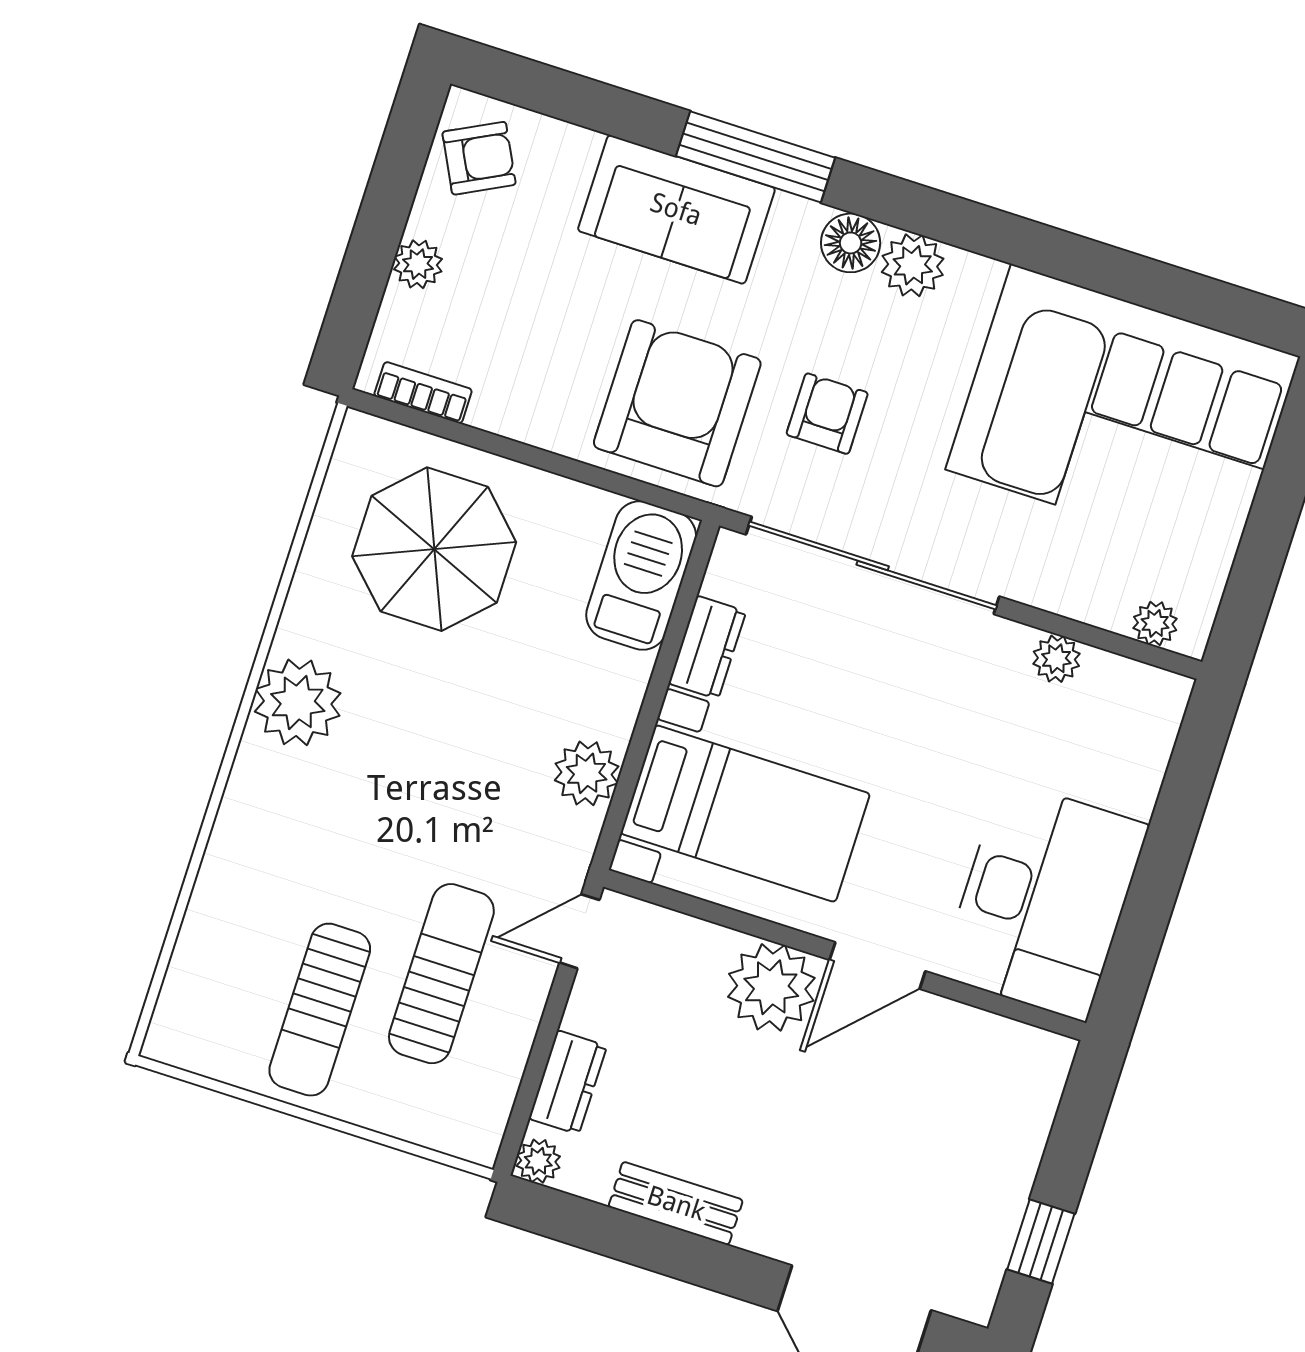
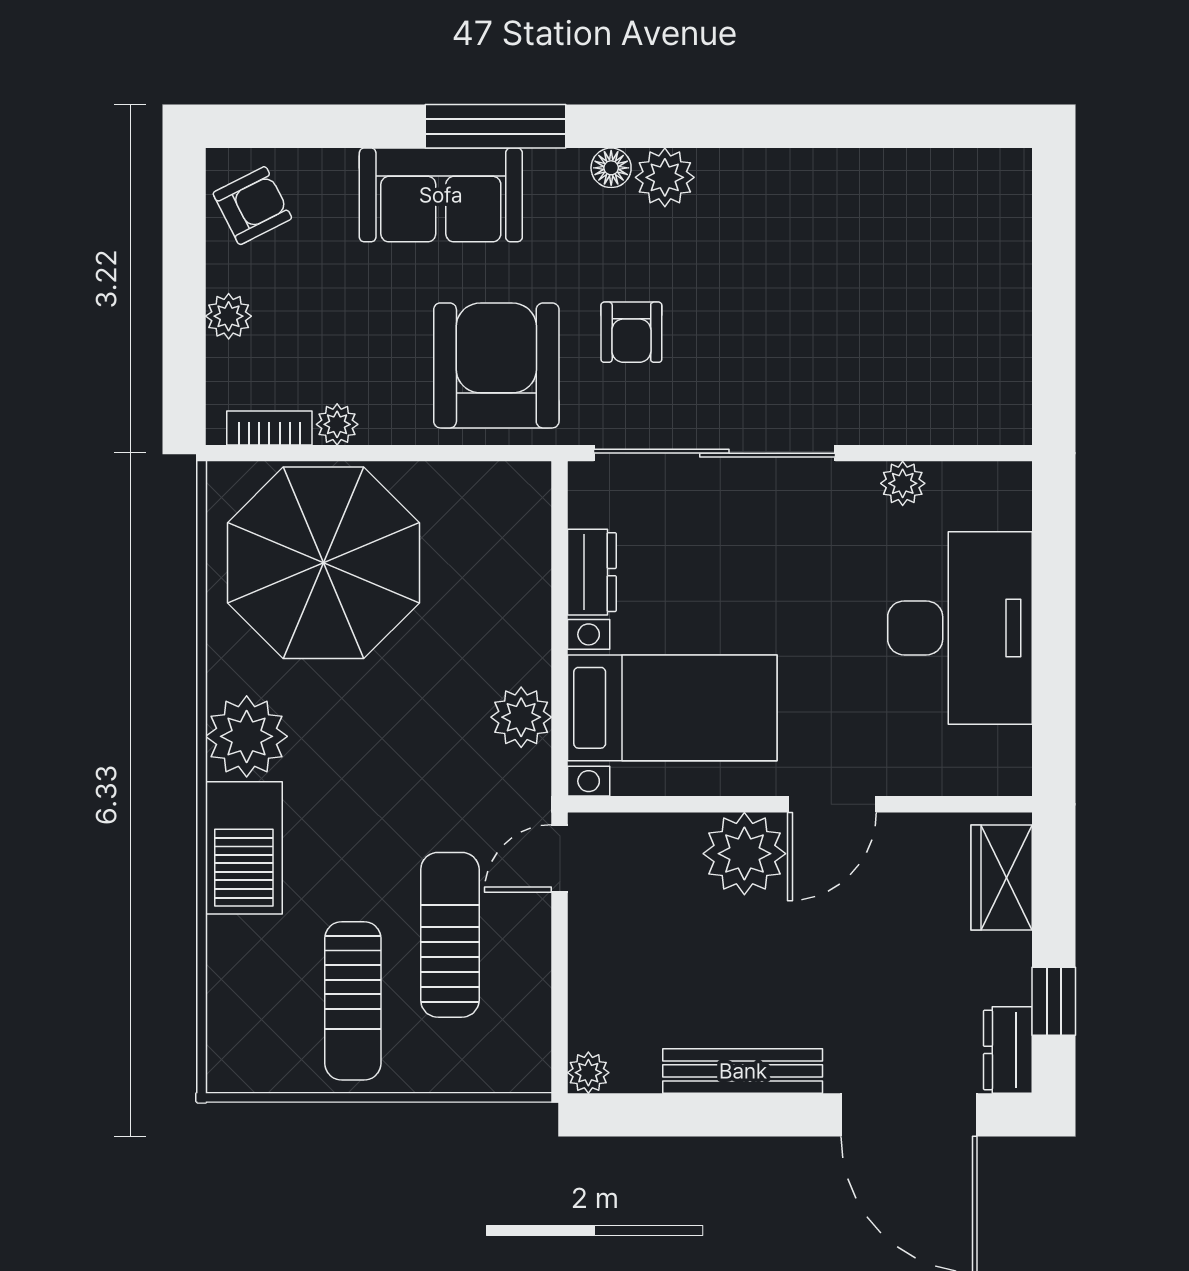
floor lamp: (851, 243) -> (611, 168), width x0.73, depth x0.73
corner sofa: (1123, 413) -> (892, 248), removed
armchair: (827, 414) -> (631, 332), turned 180
parasol: (434, 549) -> (323, 563), width x1.36, depth x1.36
barbecue: (641, 575) -> (244, 848), moved, turned 180
plant: (1155, 623) -> (337, 424), moved
desk: (1044, 900) -> (960, 628), moved
dresser: (568, 1082) -> (1008, 1050), moved, turned 180
wardrobe: (1028, 1097) -> (1002, 878), added
bench: (676, 1203) -> (743, 1071), width x1.36

